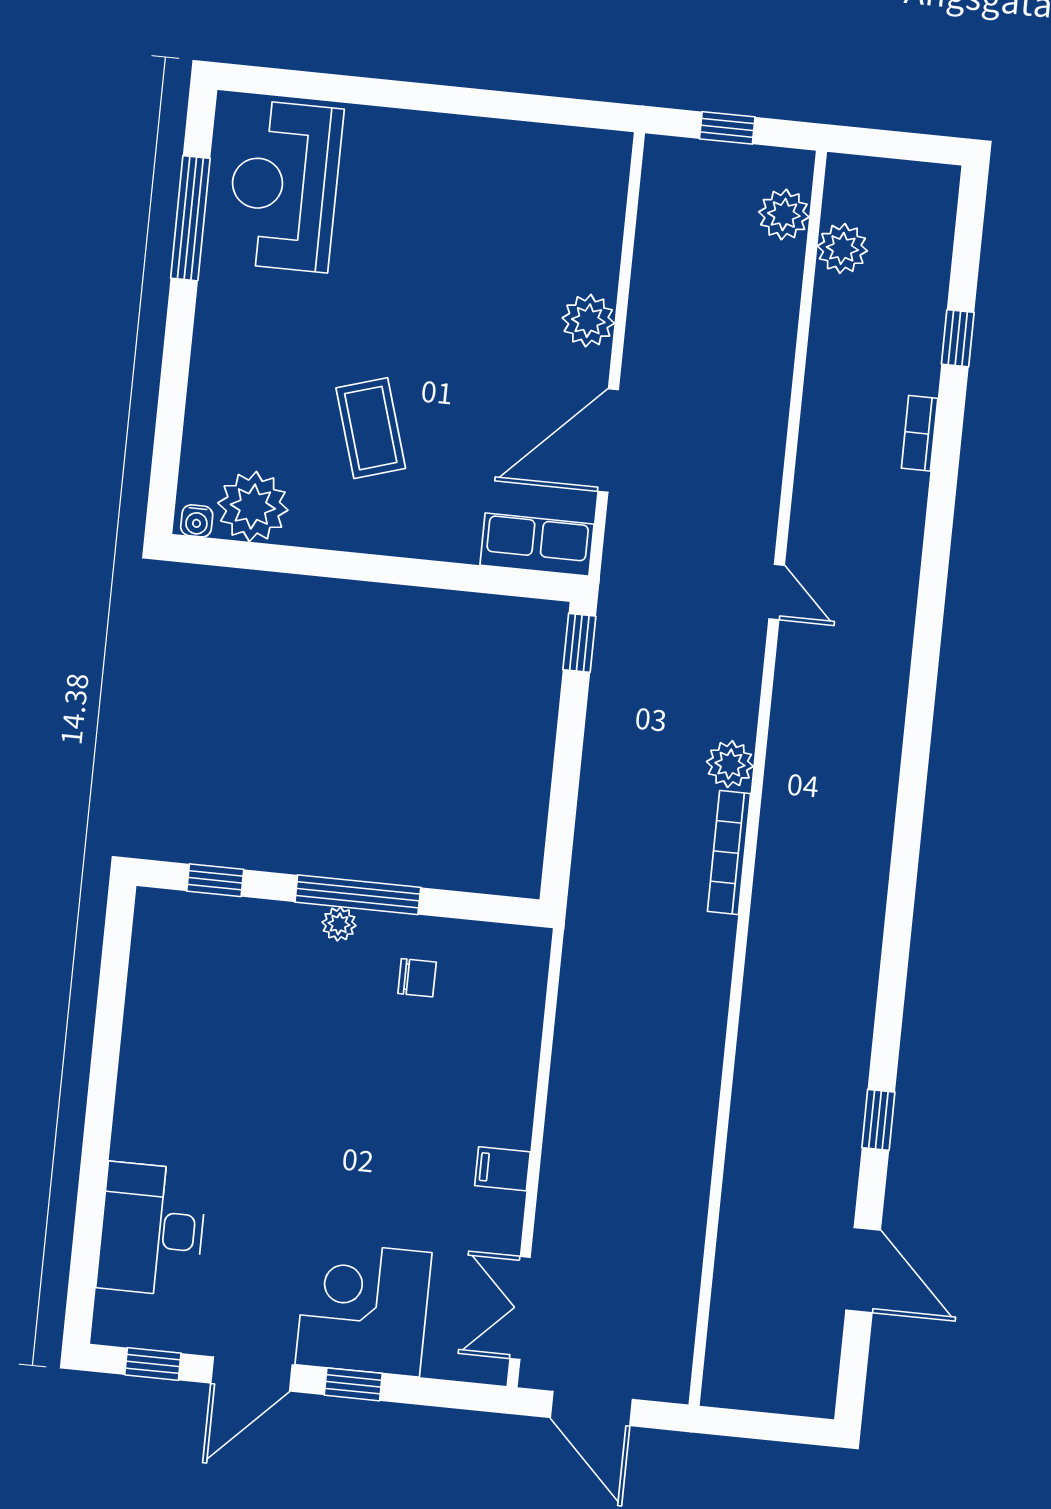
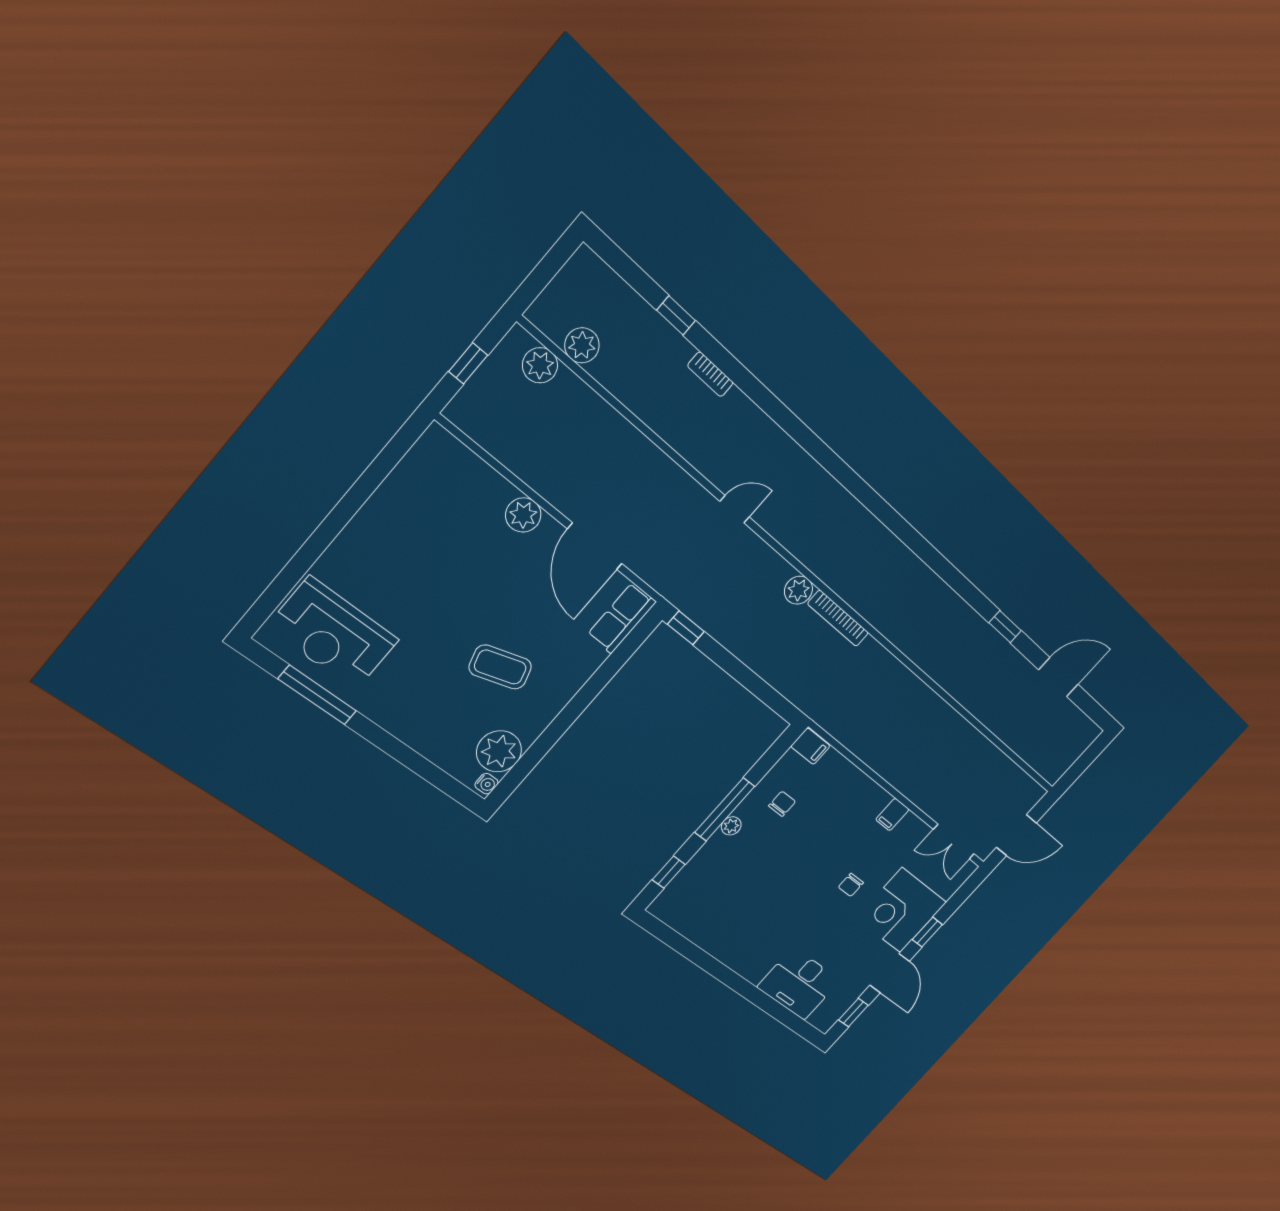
filing cabinet: (526, 955) -> (810, 746), added
chair: (356, 1189) -> (851, 885), added

